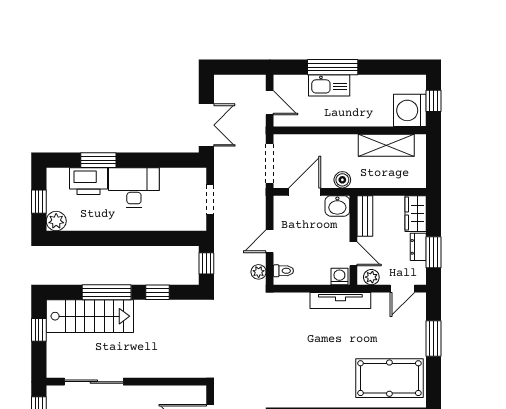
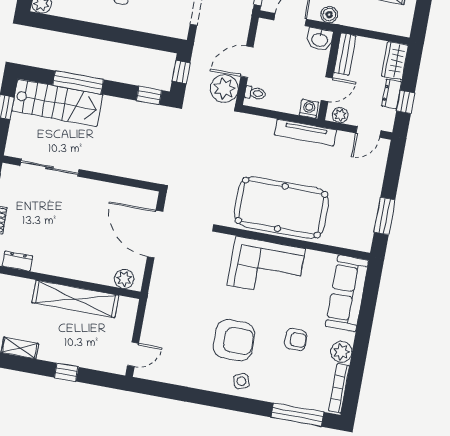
door: (270, 241) -> (247, 62), width x1.38
window: (433, 252) -> (405, 102), width x0.67
door: (353, 254) -> (327, 89), hinge flipped
plant: (259, 272) -> (224, 89), width x1.88, depth x1.88
window: (157, 292) -> (149, 95), moved
window: (433, 338) -> (385, 216), moved
pool table: (389, 378) -> (281, 207), moved, width x1.36, depth x1.32

